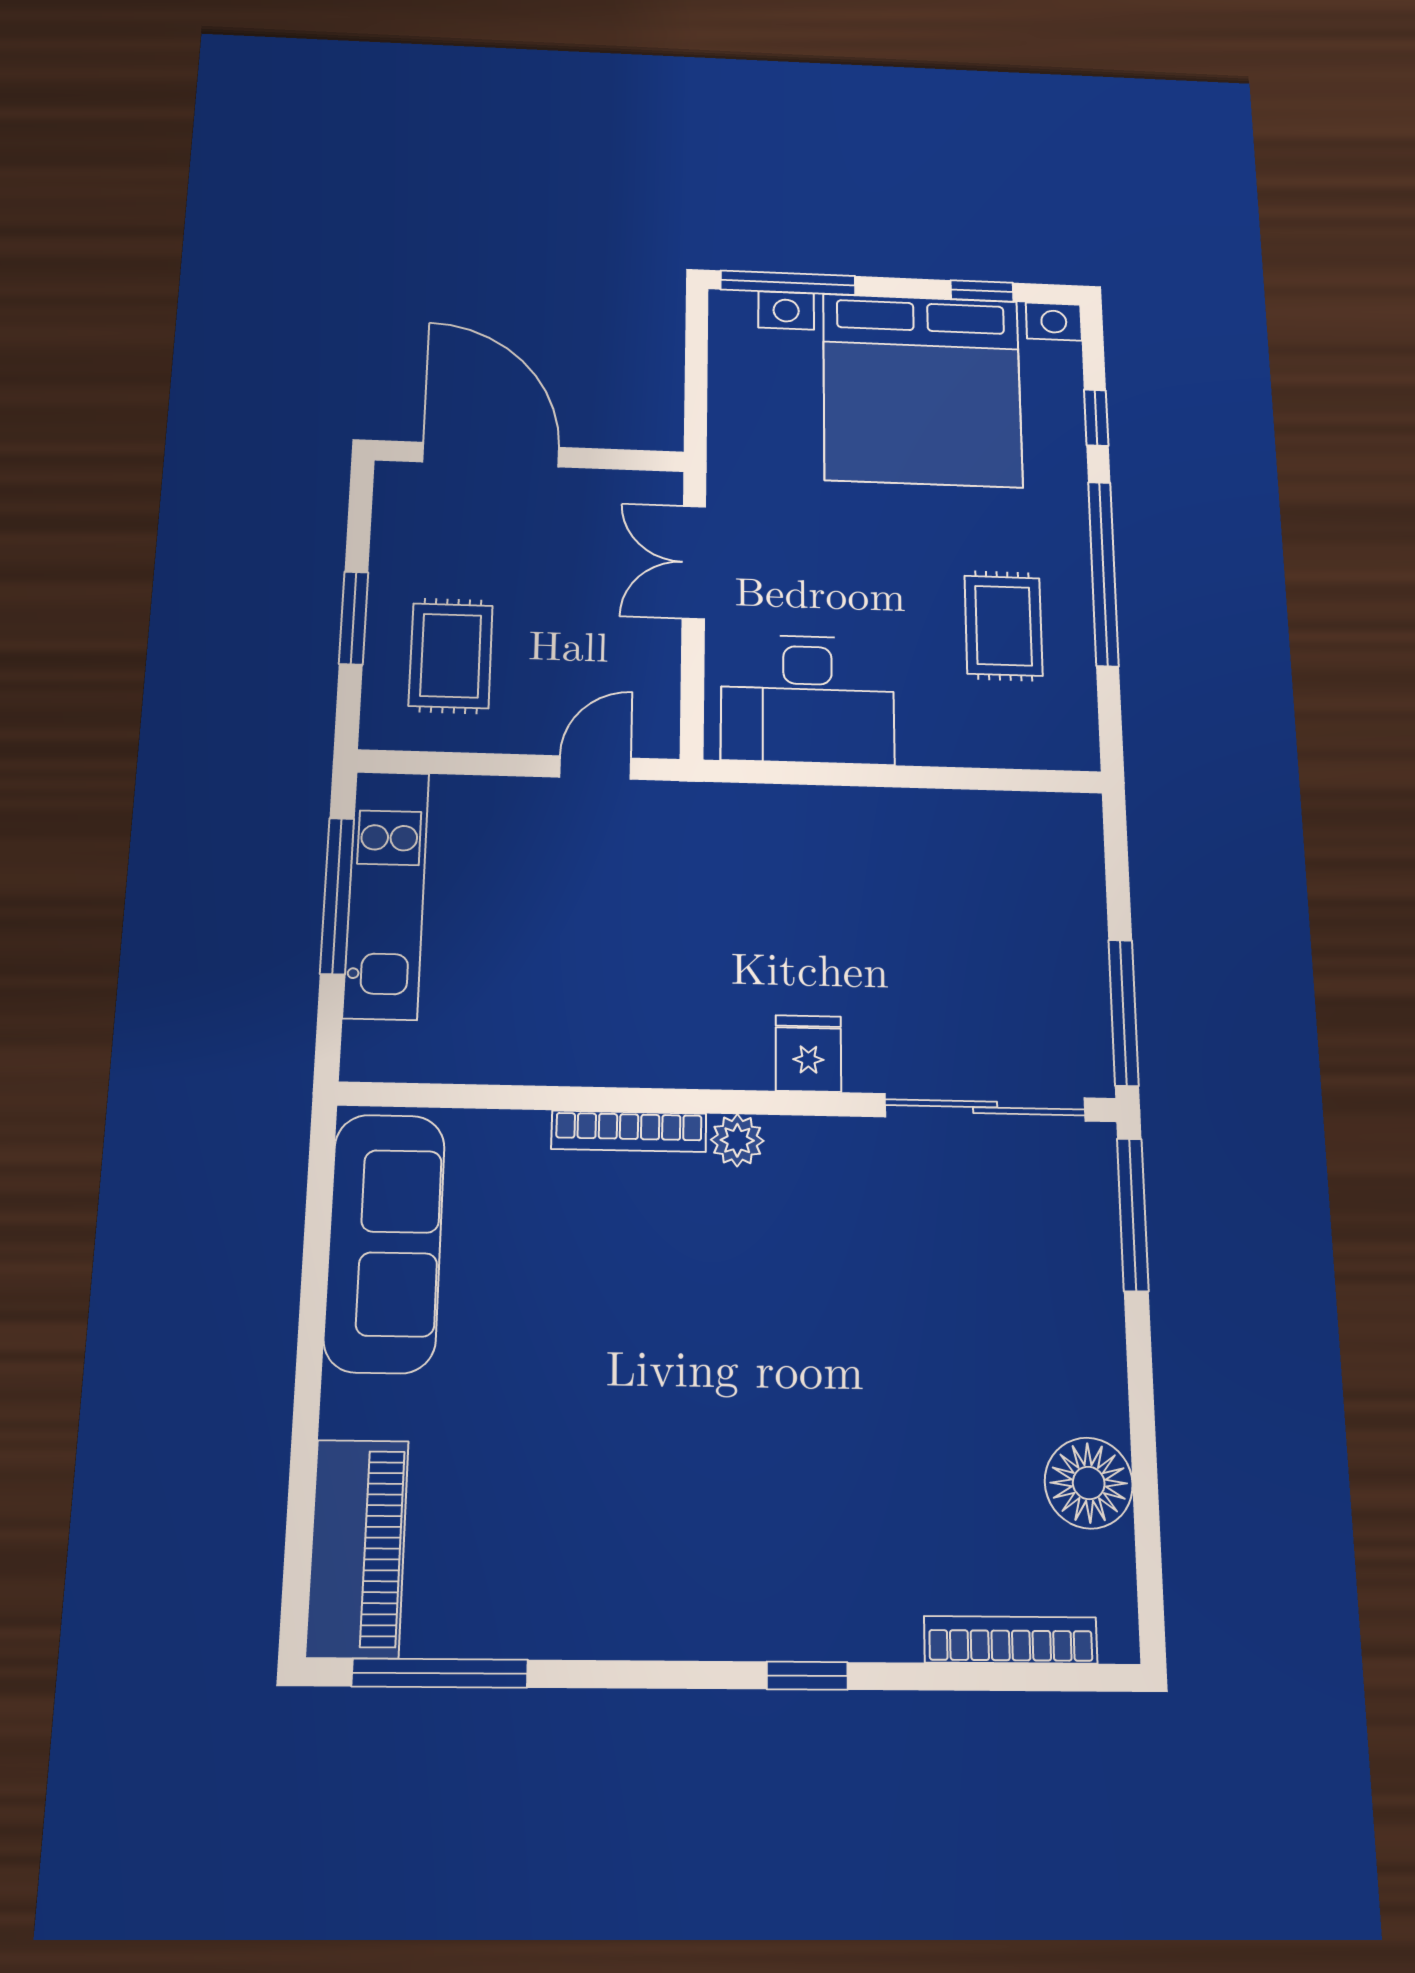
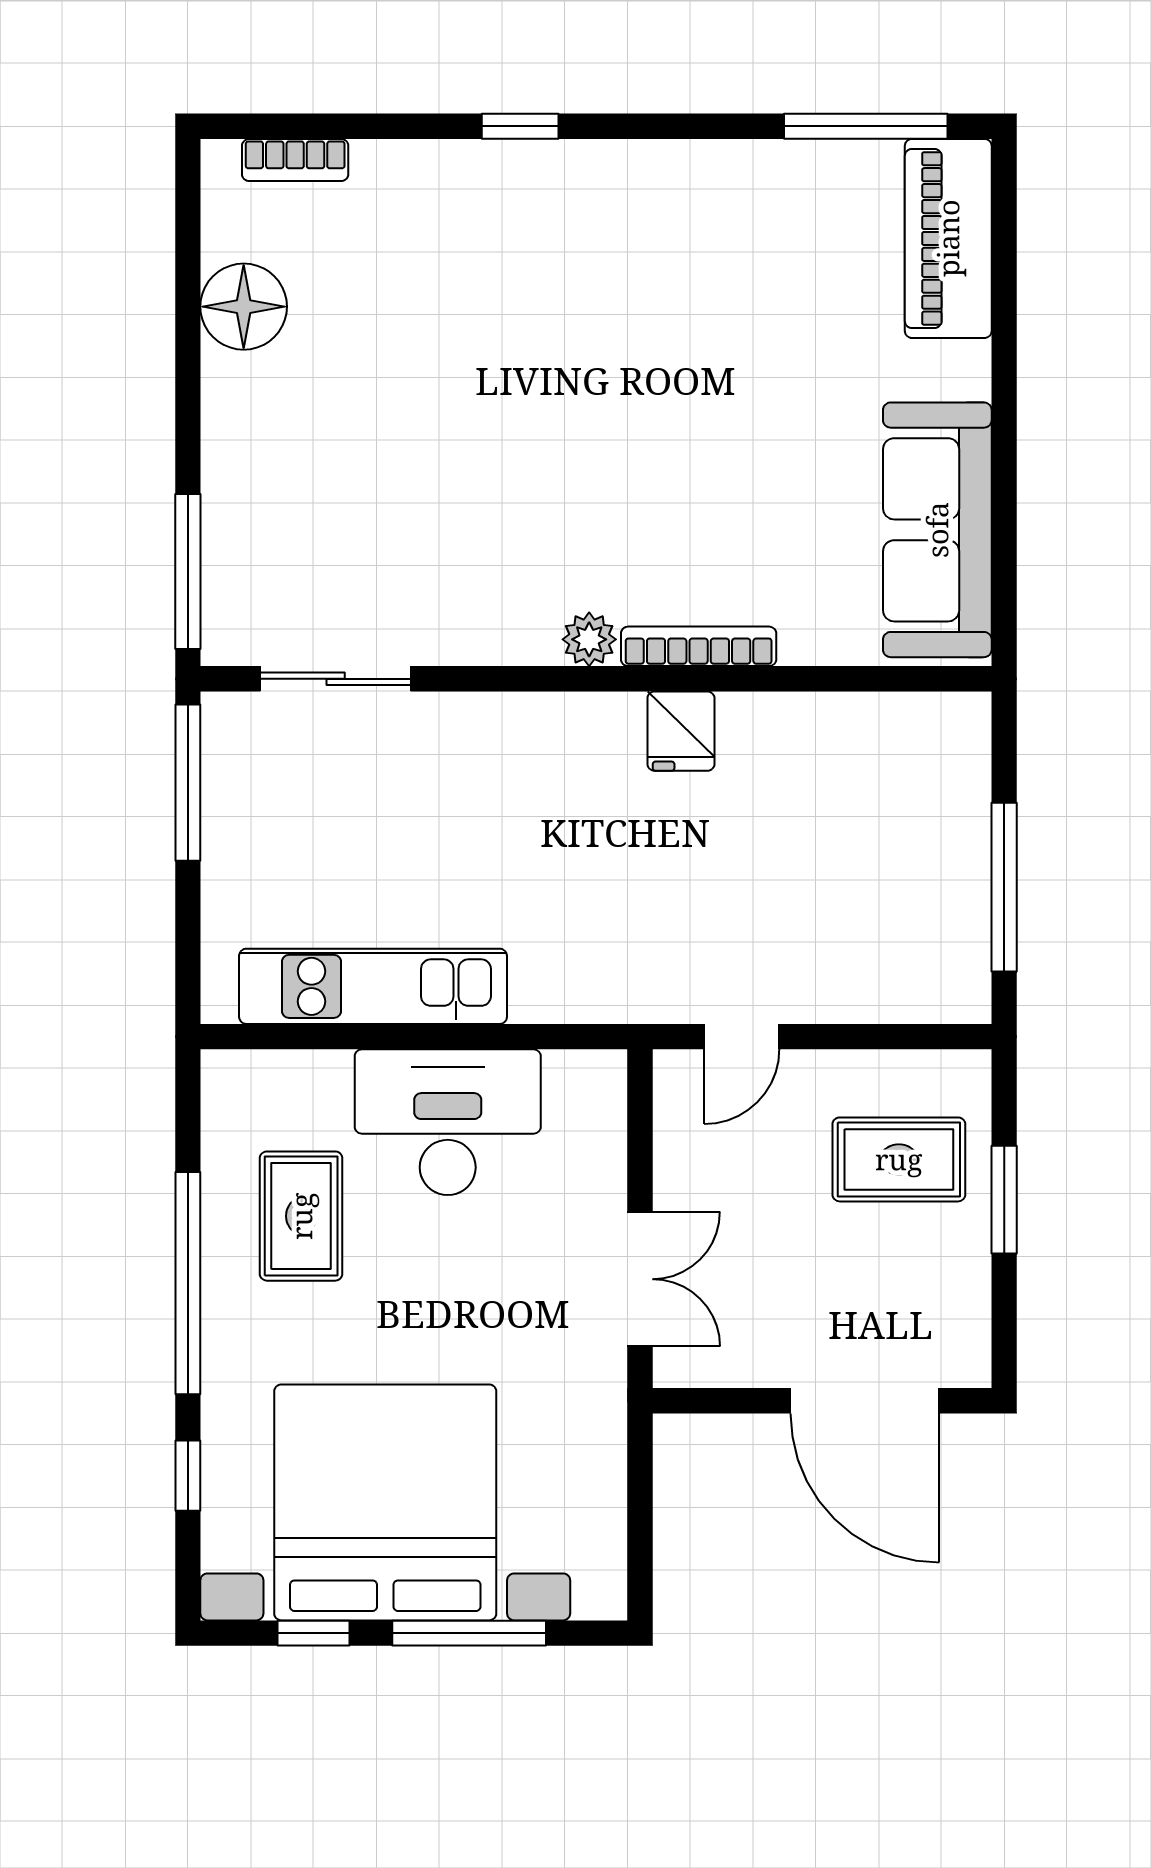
window: (788, 283) -> (469, 1633), moved
rug: (451, 656) -> (899, 1159), turned 90
desk: (808, 699) -> (448, 1122), moved
kitchen unit: (386, 894) -> (373, 986), moved, turned 90
fridge: (808, 1053) -> (681, 731), moved
sliding door: (985, 1107) -> (336, 679), width x0.73
bookcase: (1011, 1640) -> (295, 160), width x0.64

